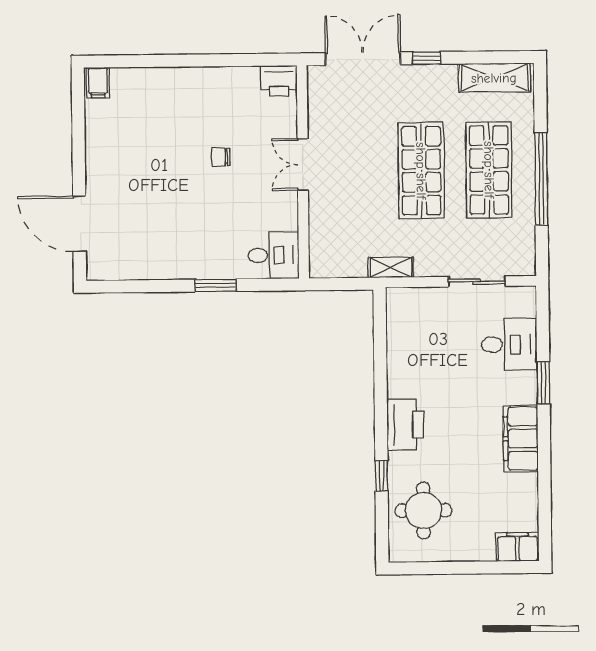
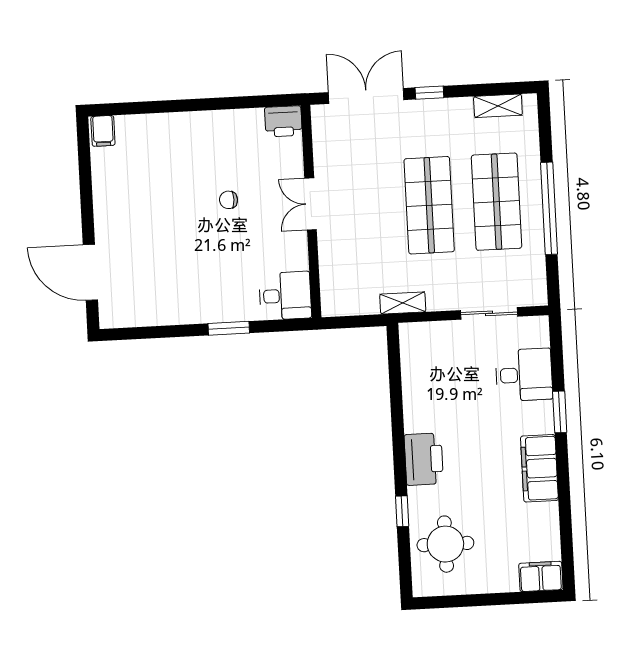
shelving: (494, 78) -> (498, 106), width x0.67, depth x0.75

